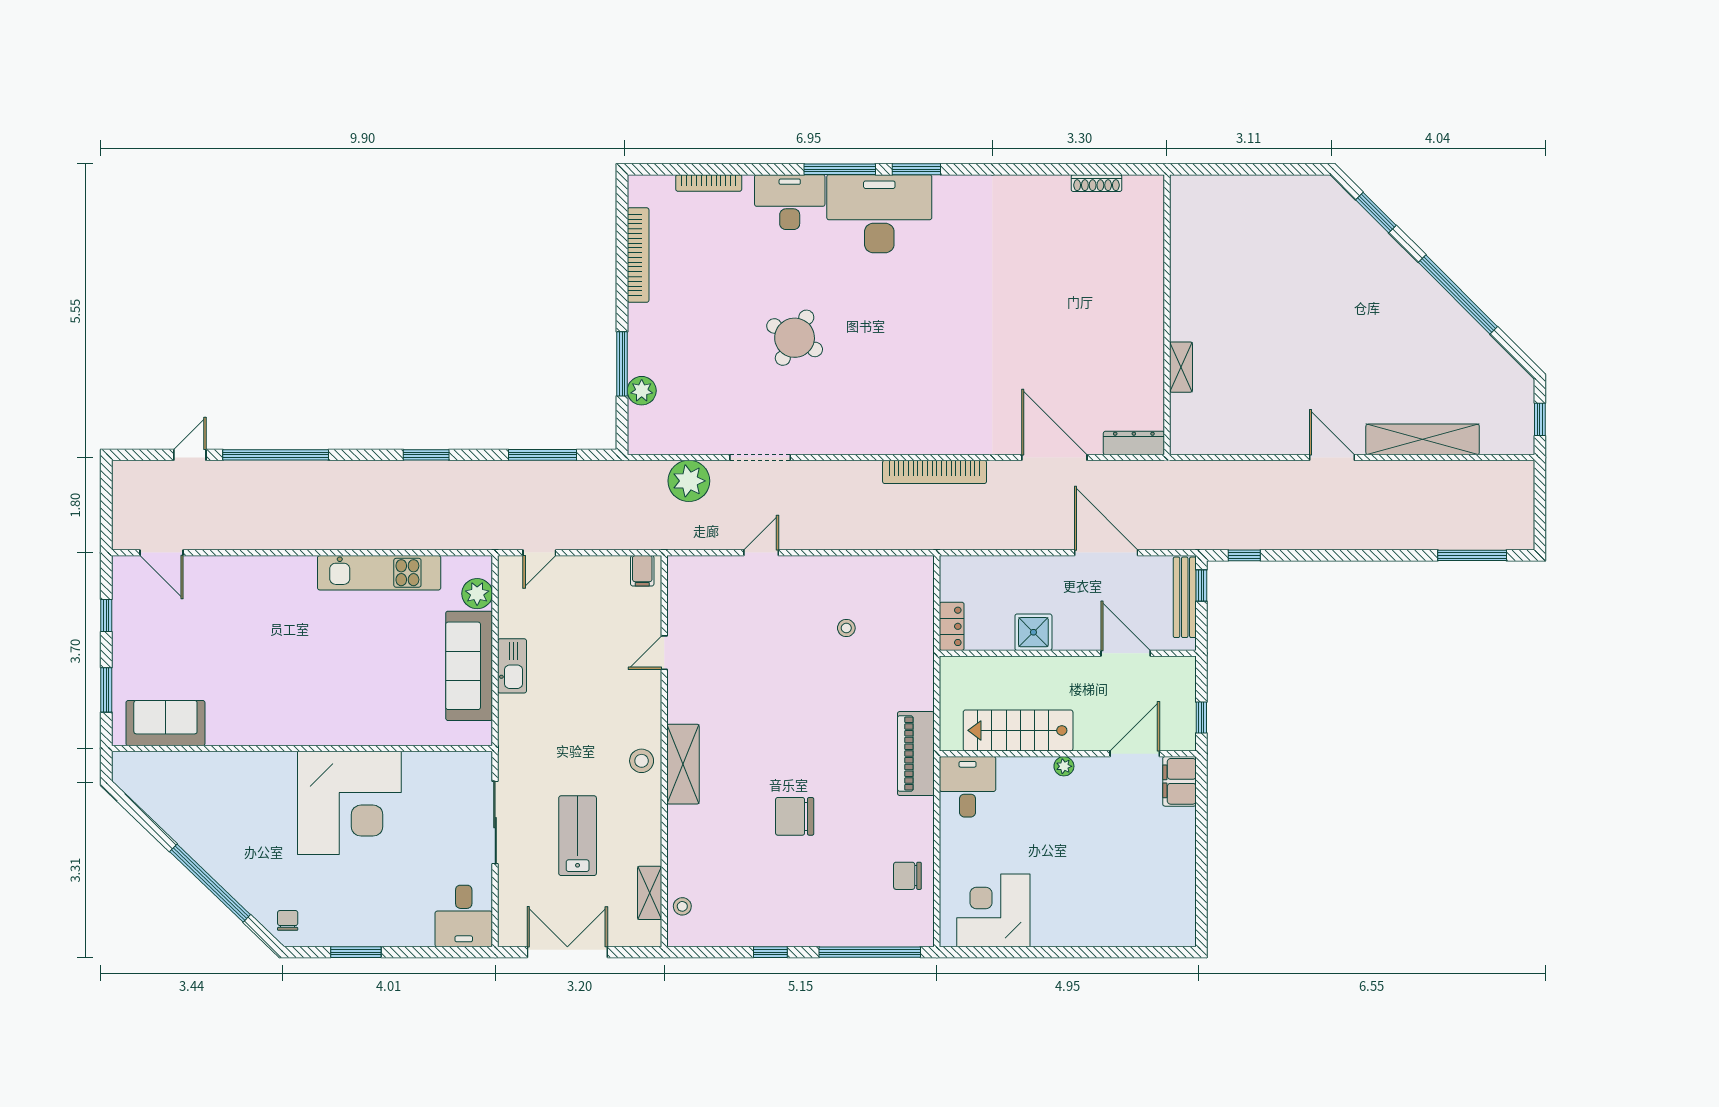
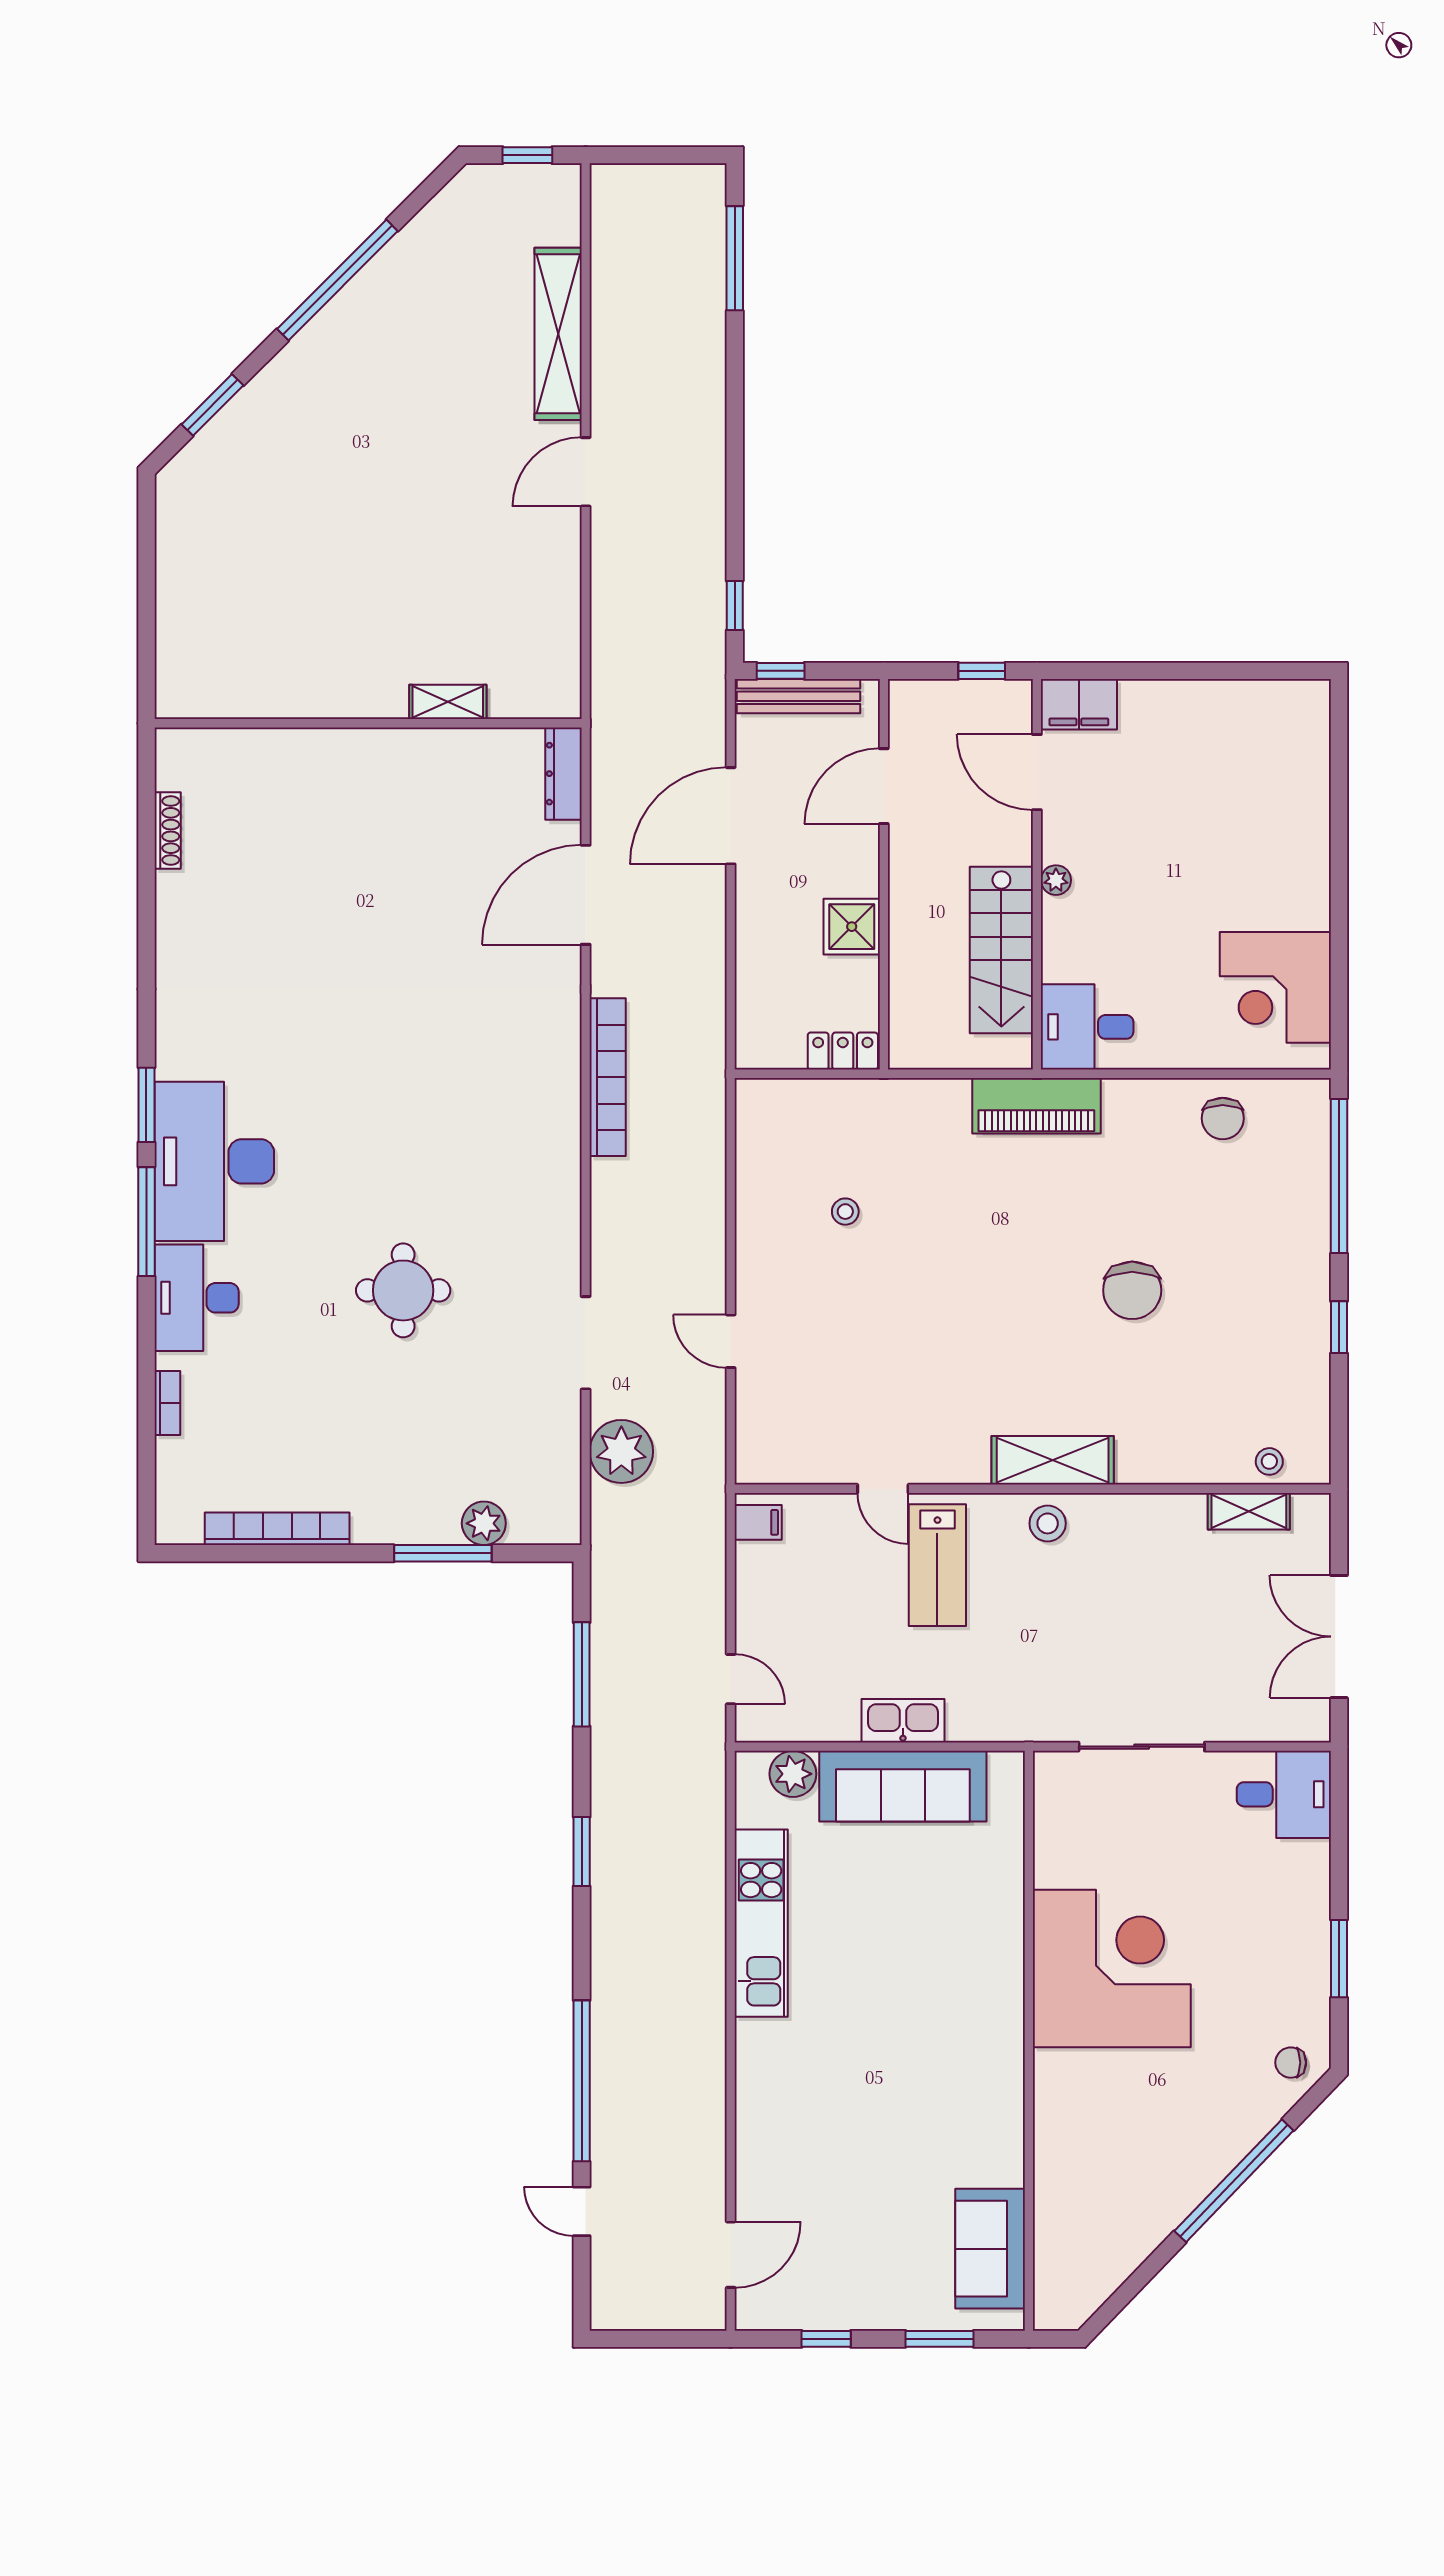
bookcase: (709, 183) -> (167, 1403), width x0.64
round table: (795, 338) -> (403, 1290), turned -30
lab bench: (578, 836) -> (937, 1565), moved, turned -90

